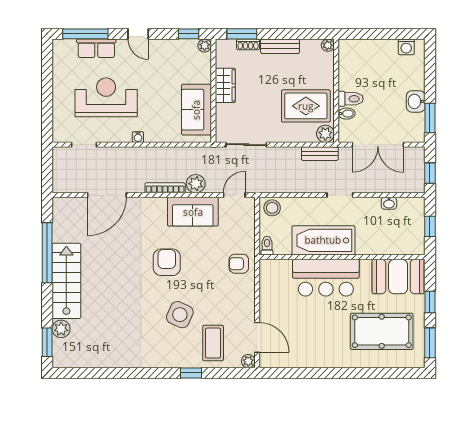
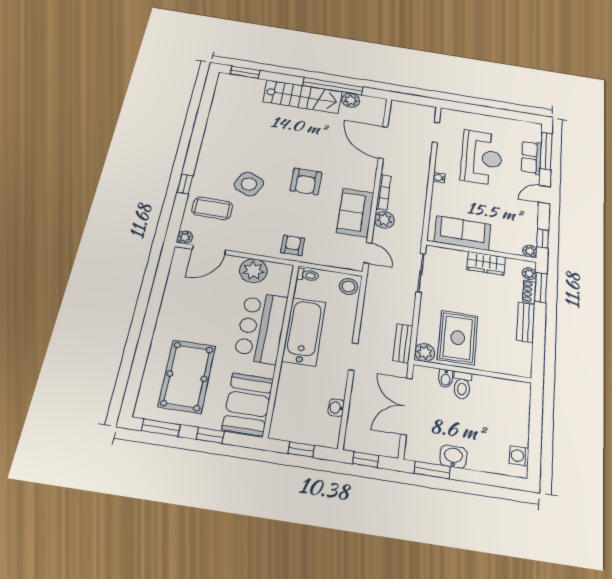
plant: (328, 45) -> (529, 274), moved
armchair: (167, 262) -> (306, 181), turned 90
plant: (271, 294) -> (253, 271), added
plant: (61, 329) -> (351, 100), moved

